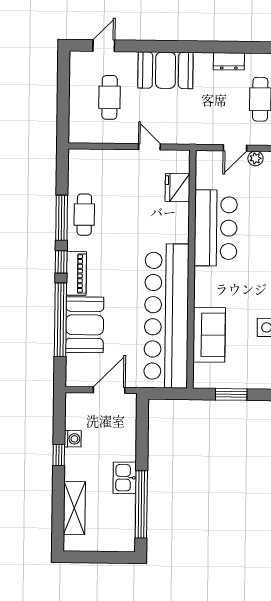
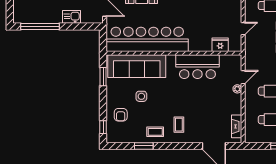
door: (235, 148) -> (243, 77), swing flipped
sofa: (209, 335) -> (137, 66), width x1.85, depth x1.27
kitchen sink: (125, 478) -> (71, 17), moved

